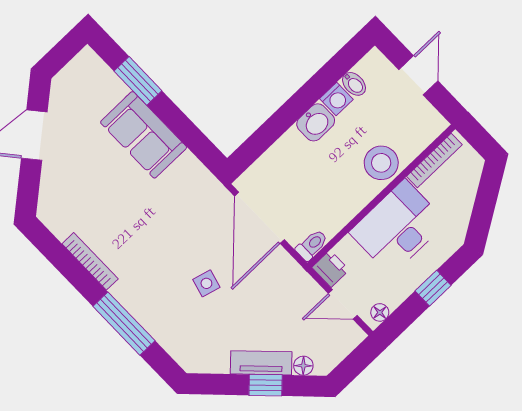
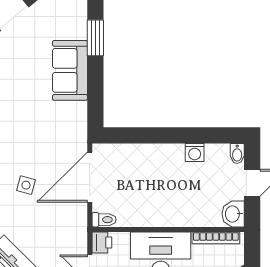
bidet: (354, 84) -> (237, 154), moved
washbasin: (316, 122) -> (233, 214), moved, turned 90
stool: (381, 163) -> (185, 211), removed

